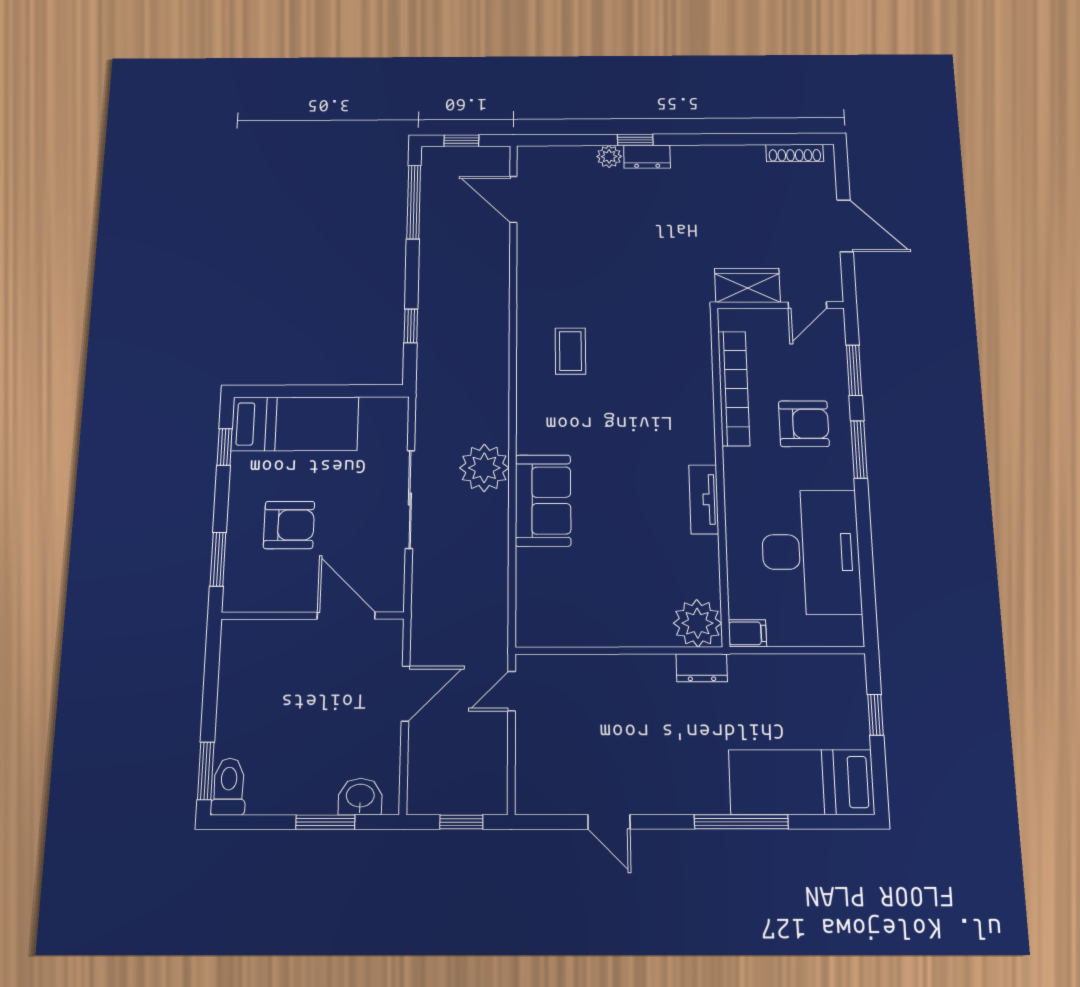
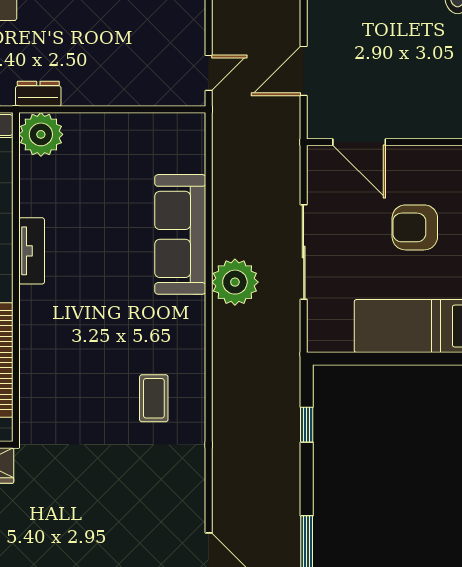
sofa: (543, 500) -> (180, 234), width x1.36

